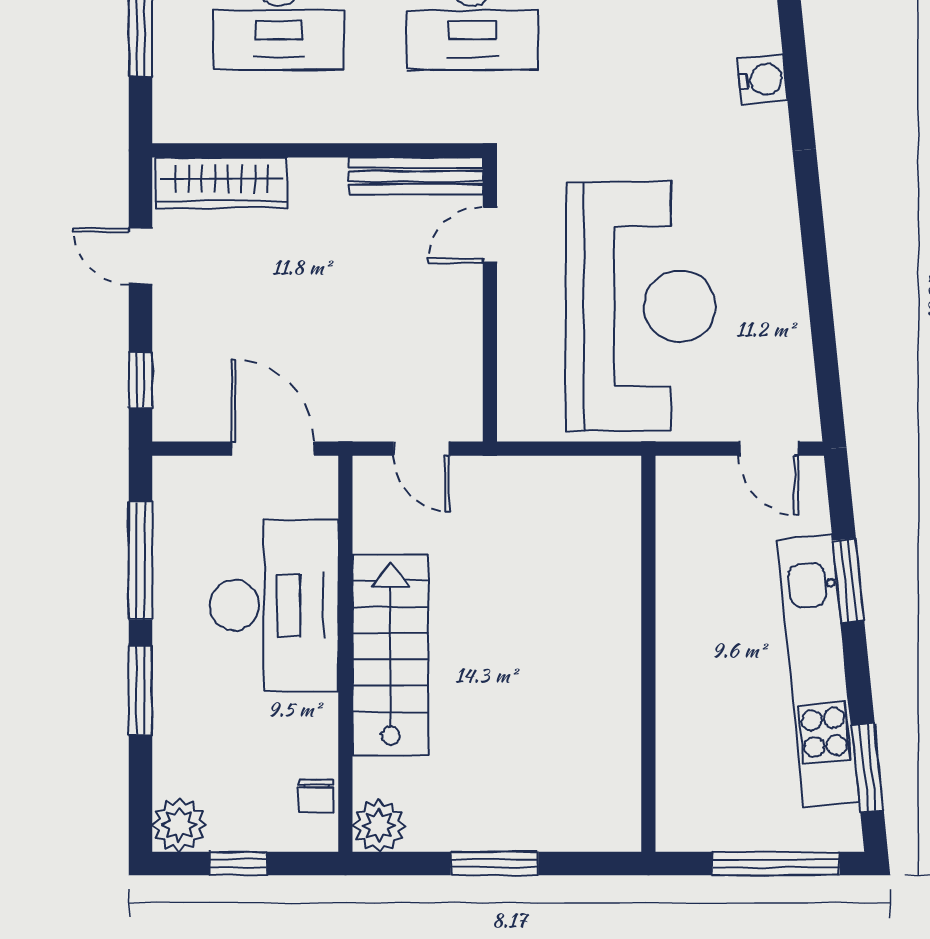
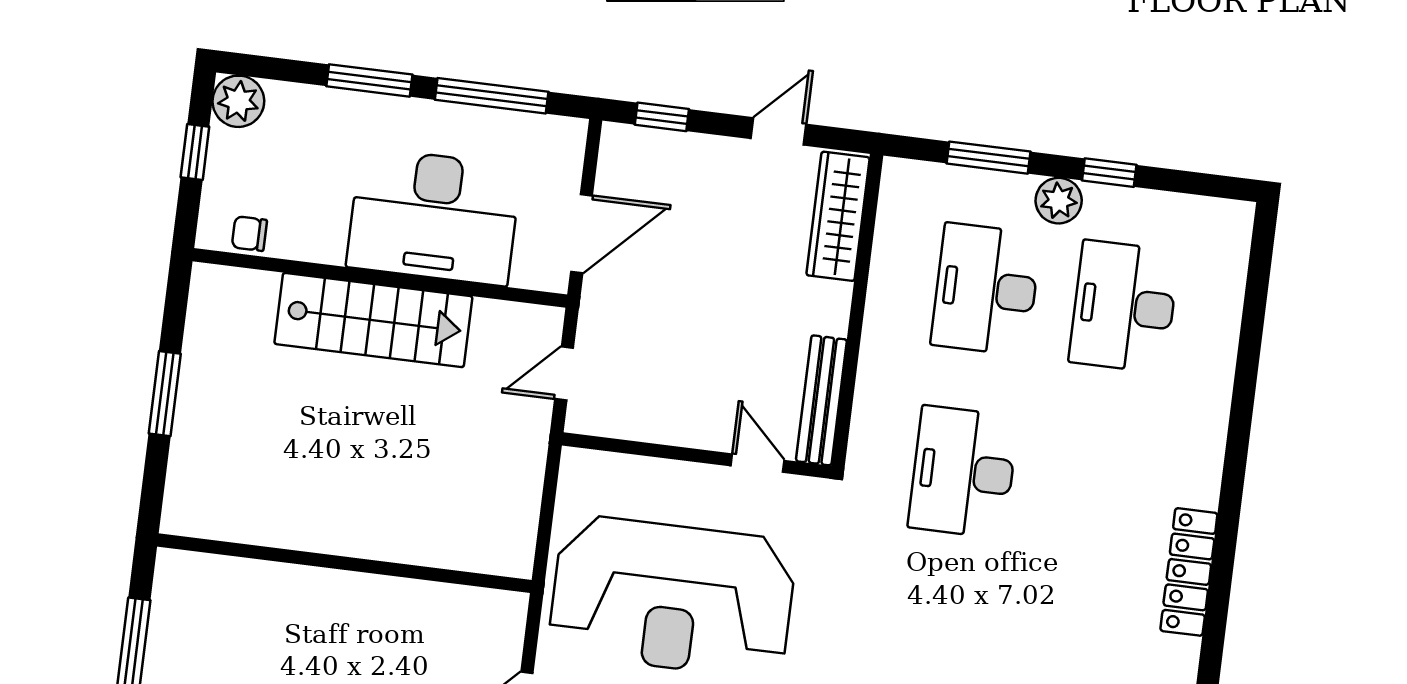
plant: (379, 825) -> (214, 289), removed

